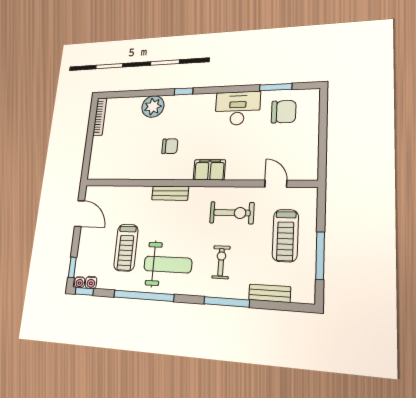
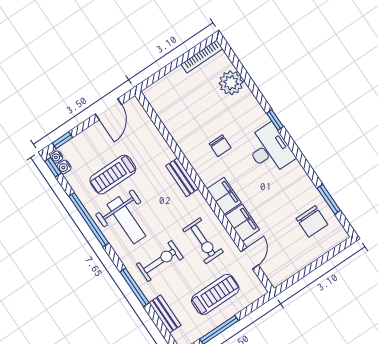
plant: (153, 106) -> (231, 83), moved
desk: (238, 108) -> (270, 150), moved
filing cabinet: (242, 170) -> (242, 223), added
treadmill: (285, 235) -> (215, 294), turned 180
exercise bike: (221, 262) -> (160, 261), width x1.38, depth x1.39

